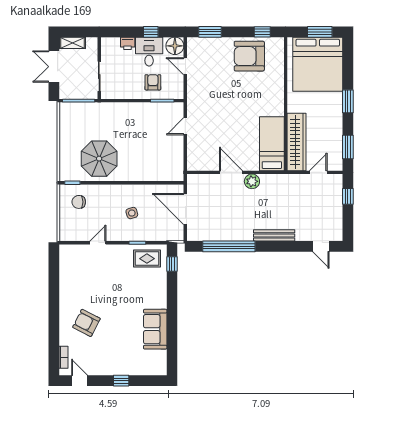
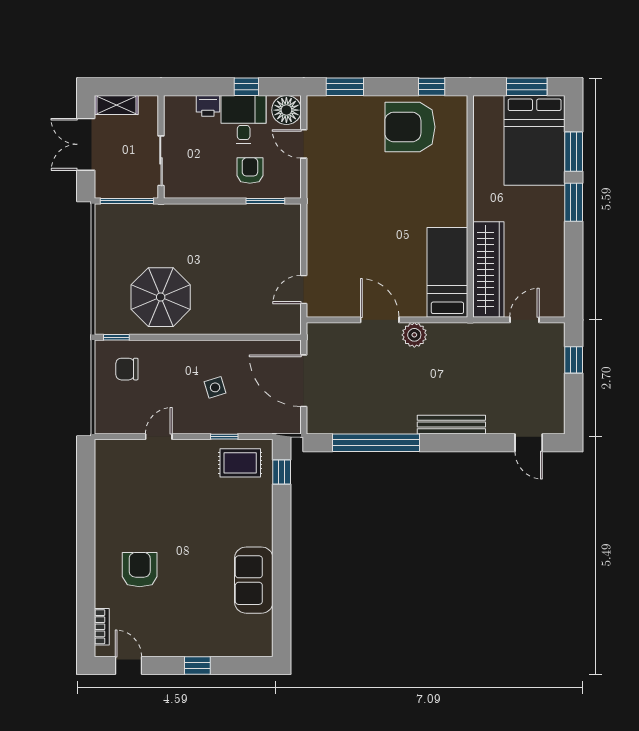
bed: (318, 64) -> (535, 140), width x0.73
door: (185, 126) -> (304, 290), moved
window: (348, 147) -> (574, 152), moved
armchair: (86, 323) -> (140, 570), turned 63

